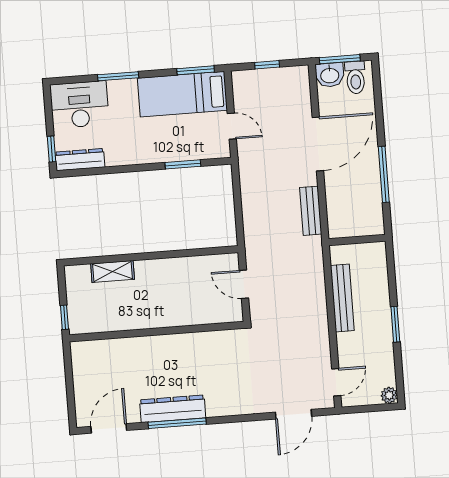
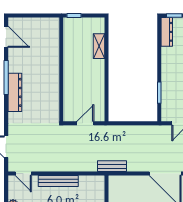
bench: (311, 211) -> (112, 166), moved
bench: (342, 298) -> (58, 181), moved
dresser: (173, 409) -> (15, 92), moved

